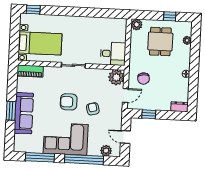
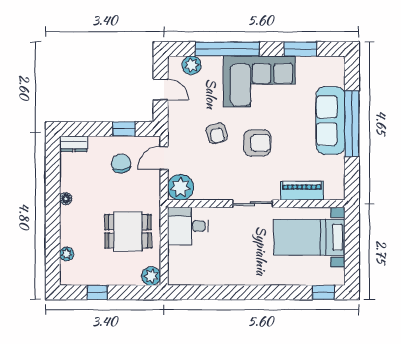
dining table: (160, 41) -> (128, 231), moved, turned 90
piano: (30, 71) -> (302, 191), moved
chair: (143, 79) -> (121, 163), moved
window: (11, 111) -> (352, 124), width x2.11
window: (40, 157) -> (300, 49), width x0.69

